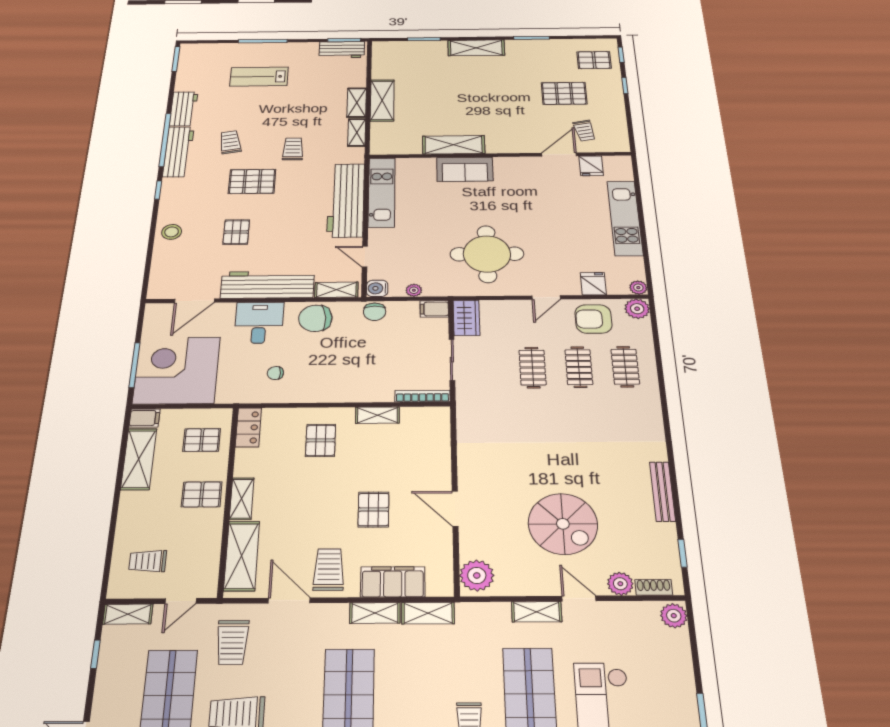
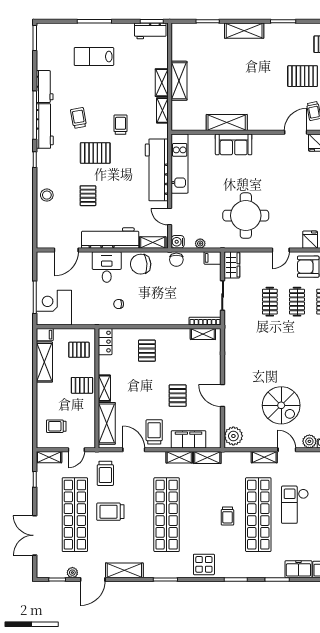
corner desk: (177, 370) -> (54, 308), width x0.74, depth x0.74
shelving: (377, 415) -> (203, 334), moved

